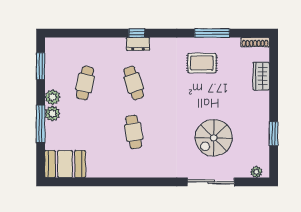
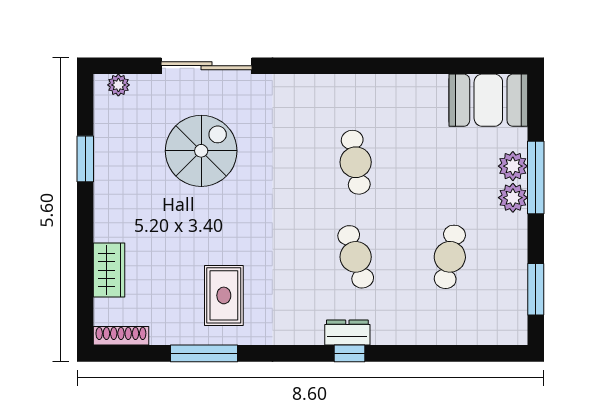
rug: (202, 63) -> (224, 295), turned 90
plant: (52, 97) -> (513, 166), moved

